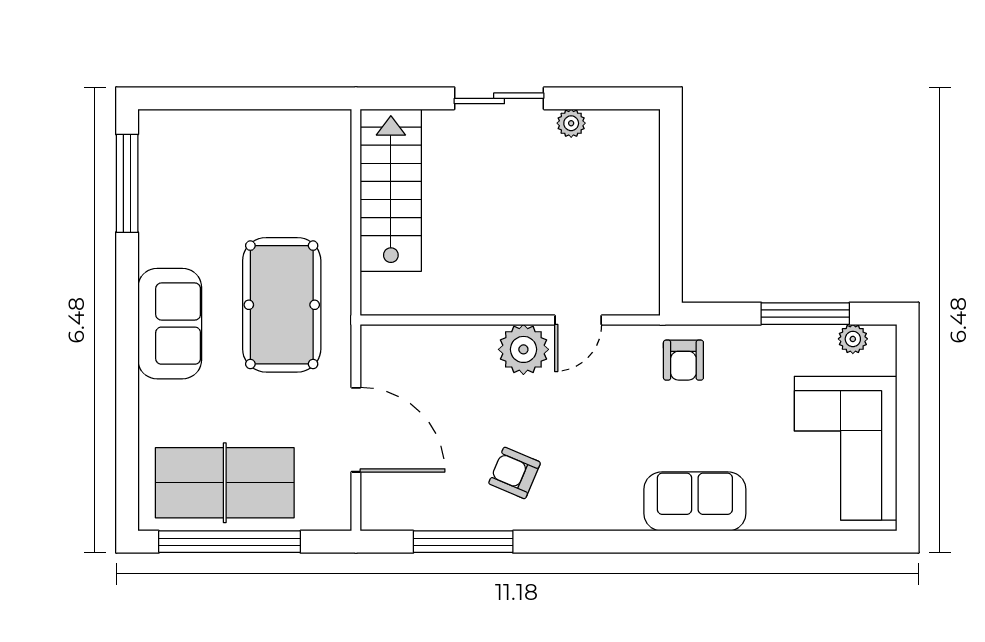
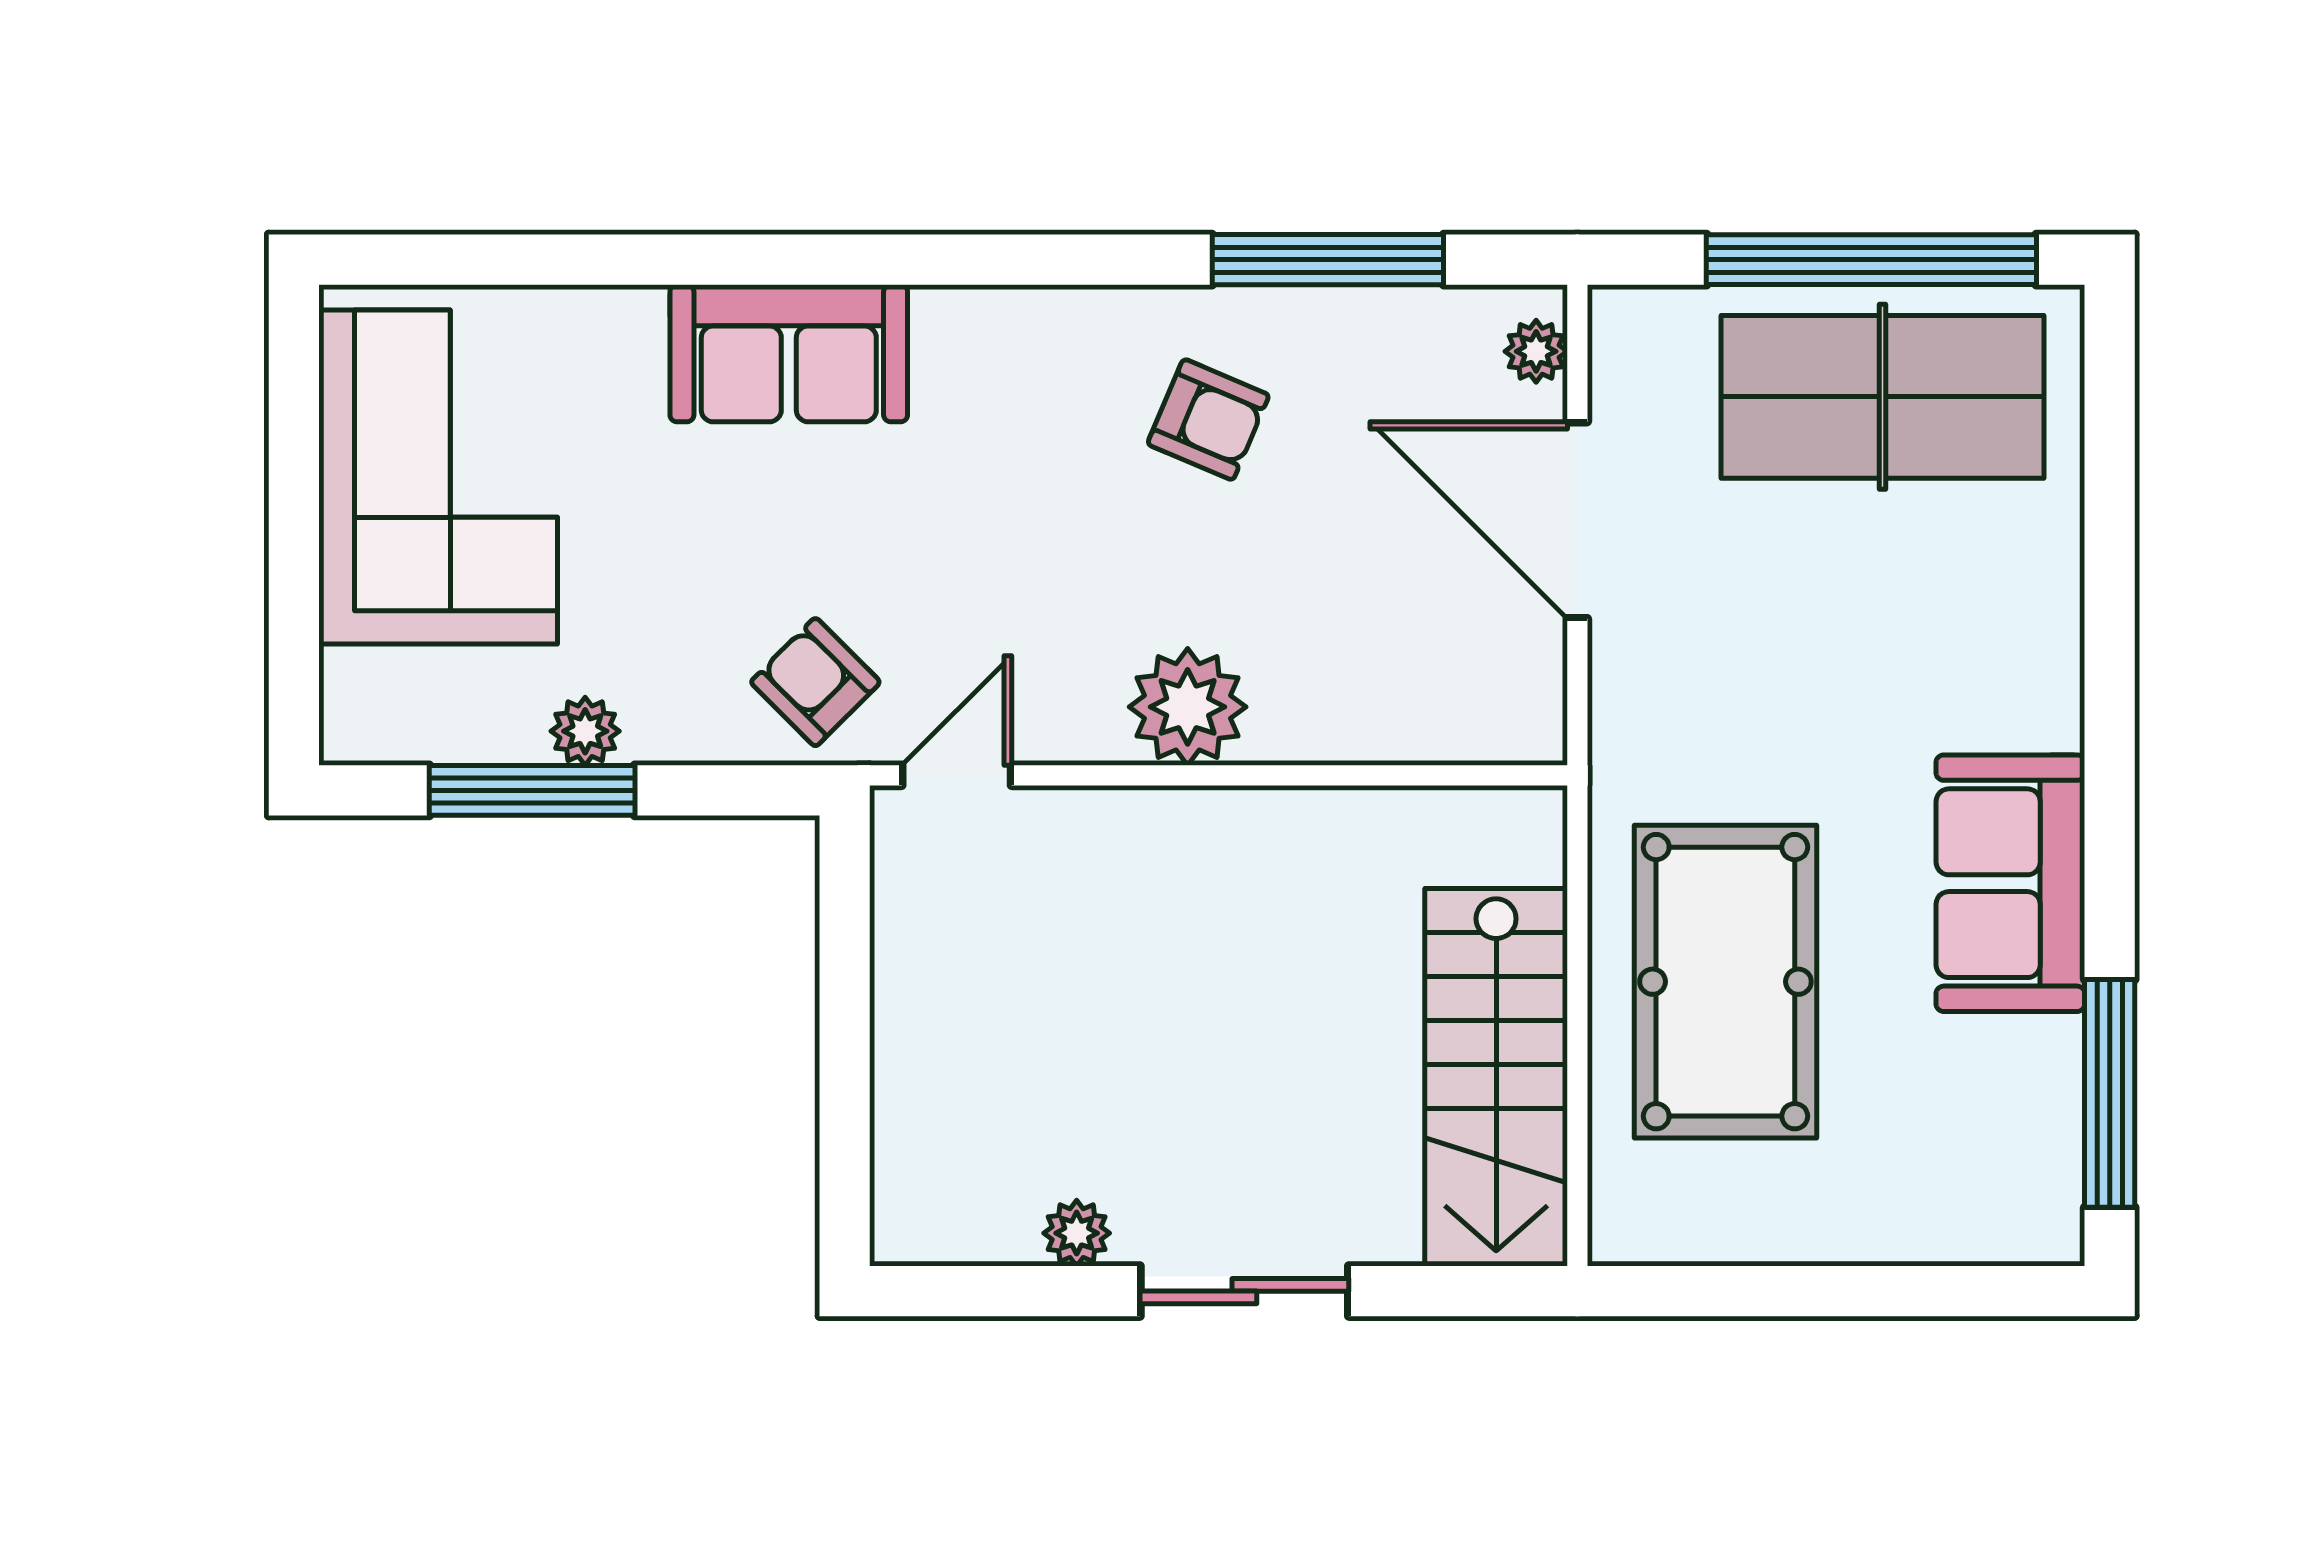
pool table: (282, 305) -> (1725, 982), moved
door: (578, 320) -> (957, 775), moved
sofa: (170, 324) -> (2010, 883), moved
plant: (853, 339) -> (585, 731), moved
armchair: (683, 360) -> (815, 682), turned -45
plant: (374, 502) -> (1536, 351), added

